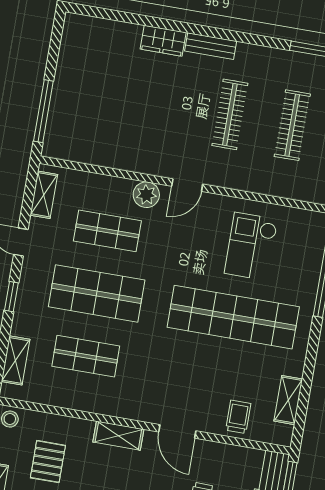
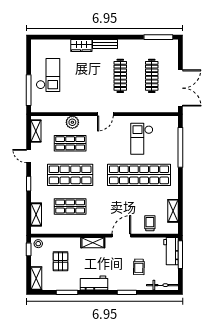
checkout: (87, 88) -> (48, 75), added
plant: (146, 195) -> (72, 122), moved
door: (177, 431) -> (121, 236), swing flipped

